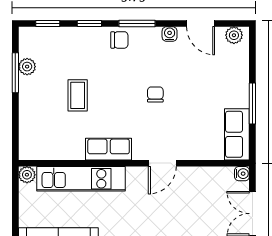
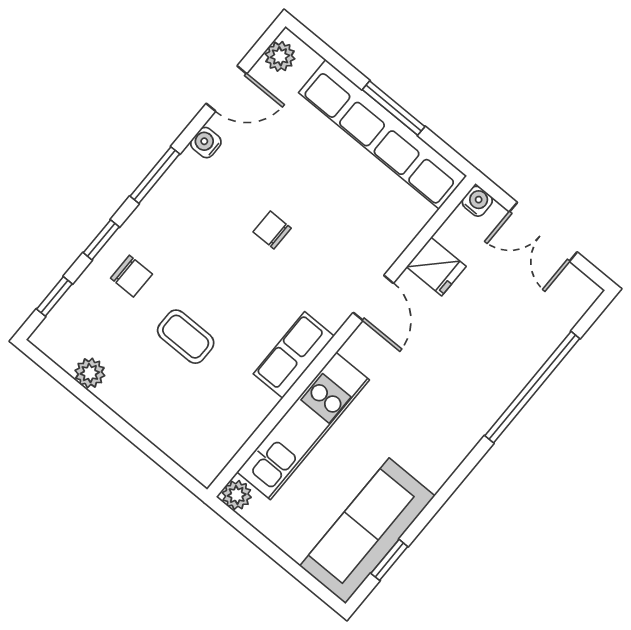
chair: (119, 40) -> (131, 276), moved, turned 90
window: (15, 73) -> (85, 396), removed
row of seats: (237, 134) -> (383, 134), width x2.02
fridge: (199, 179) -> (436, 267), added

